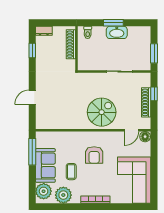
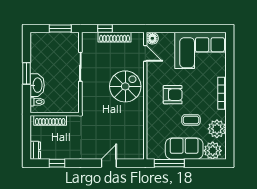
washbasin: (117, 32) -> (37, 85), moved
door: (32, 97) -> (109, 163), swing flipped
spiral stairs: (102, 112) -> (125, 86), turned 90

